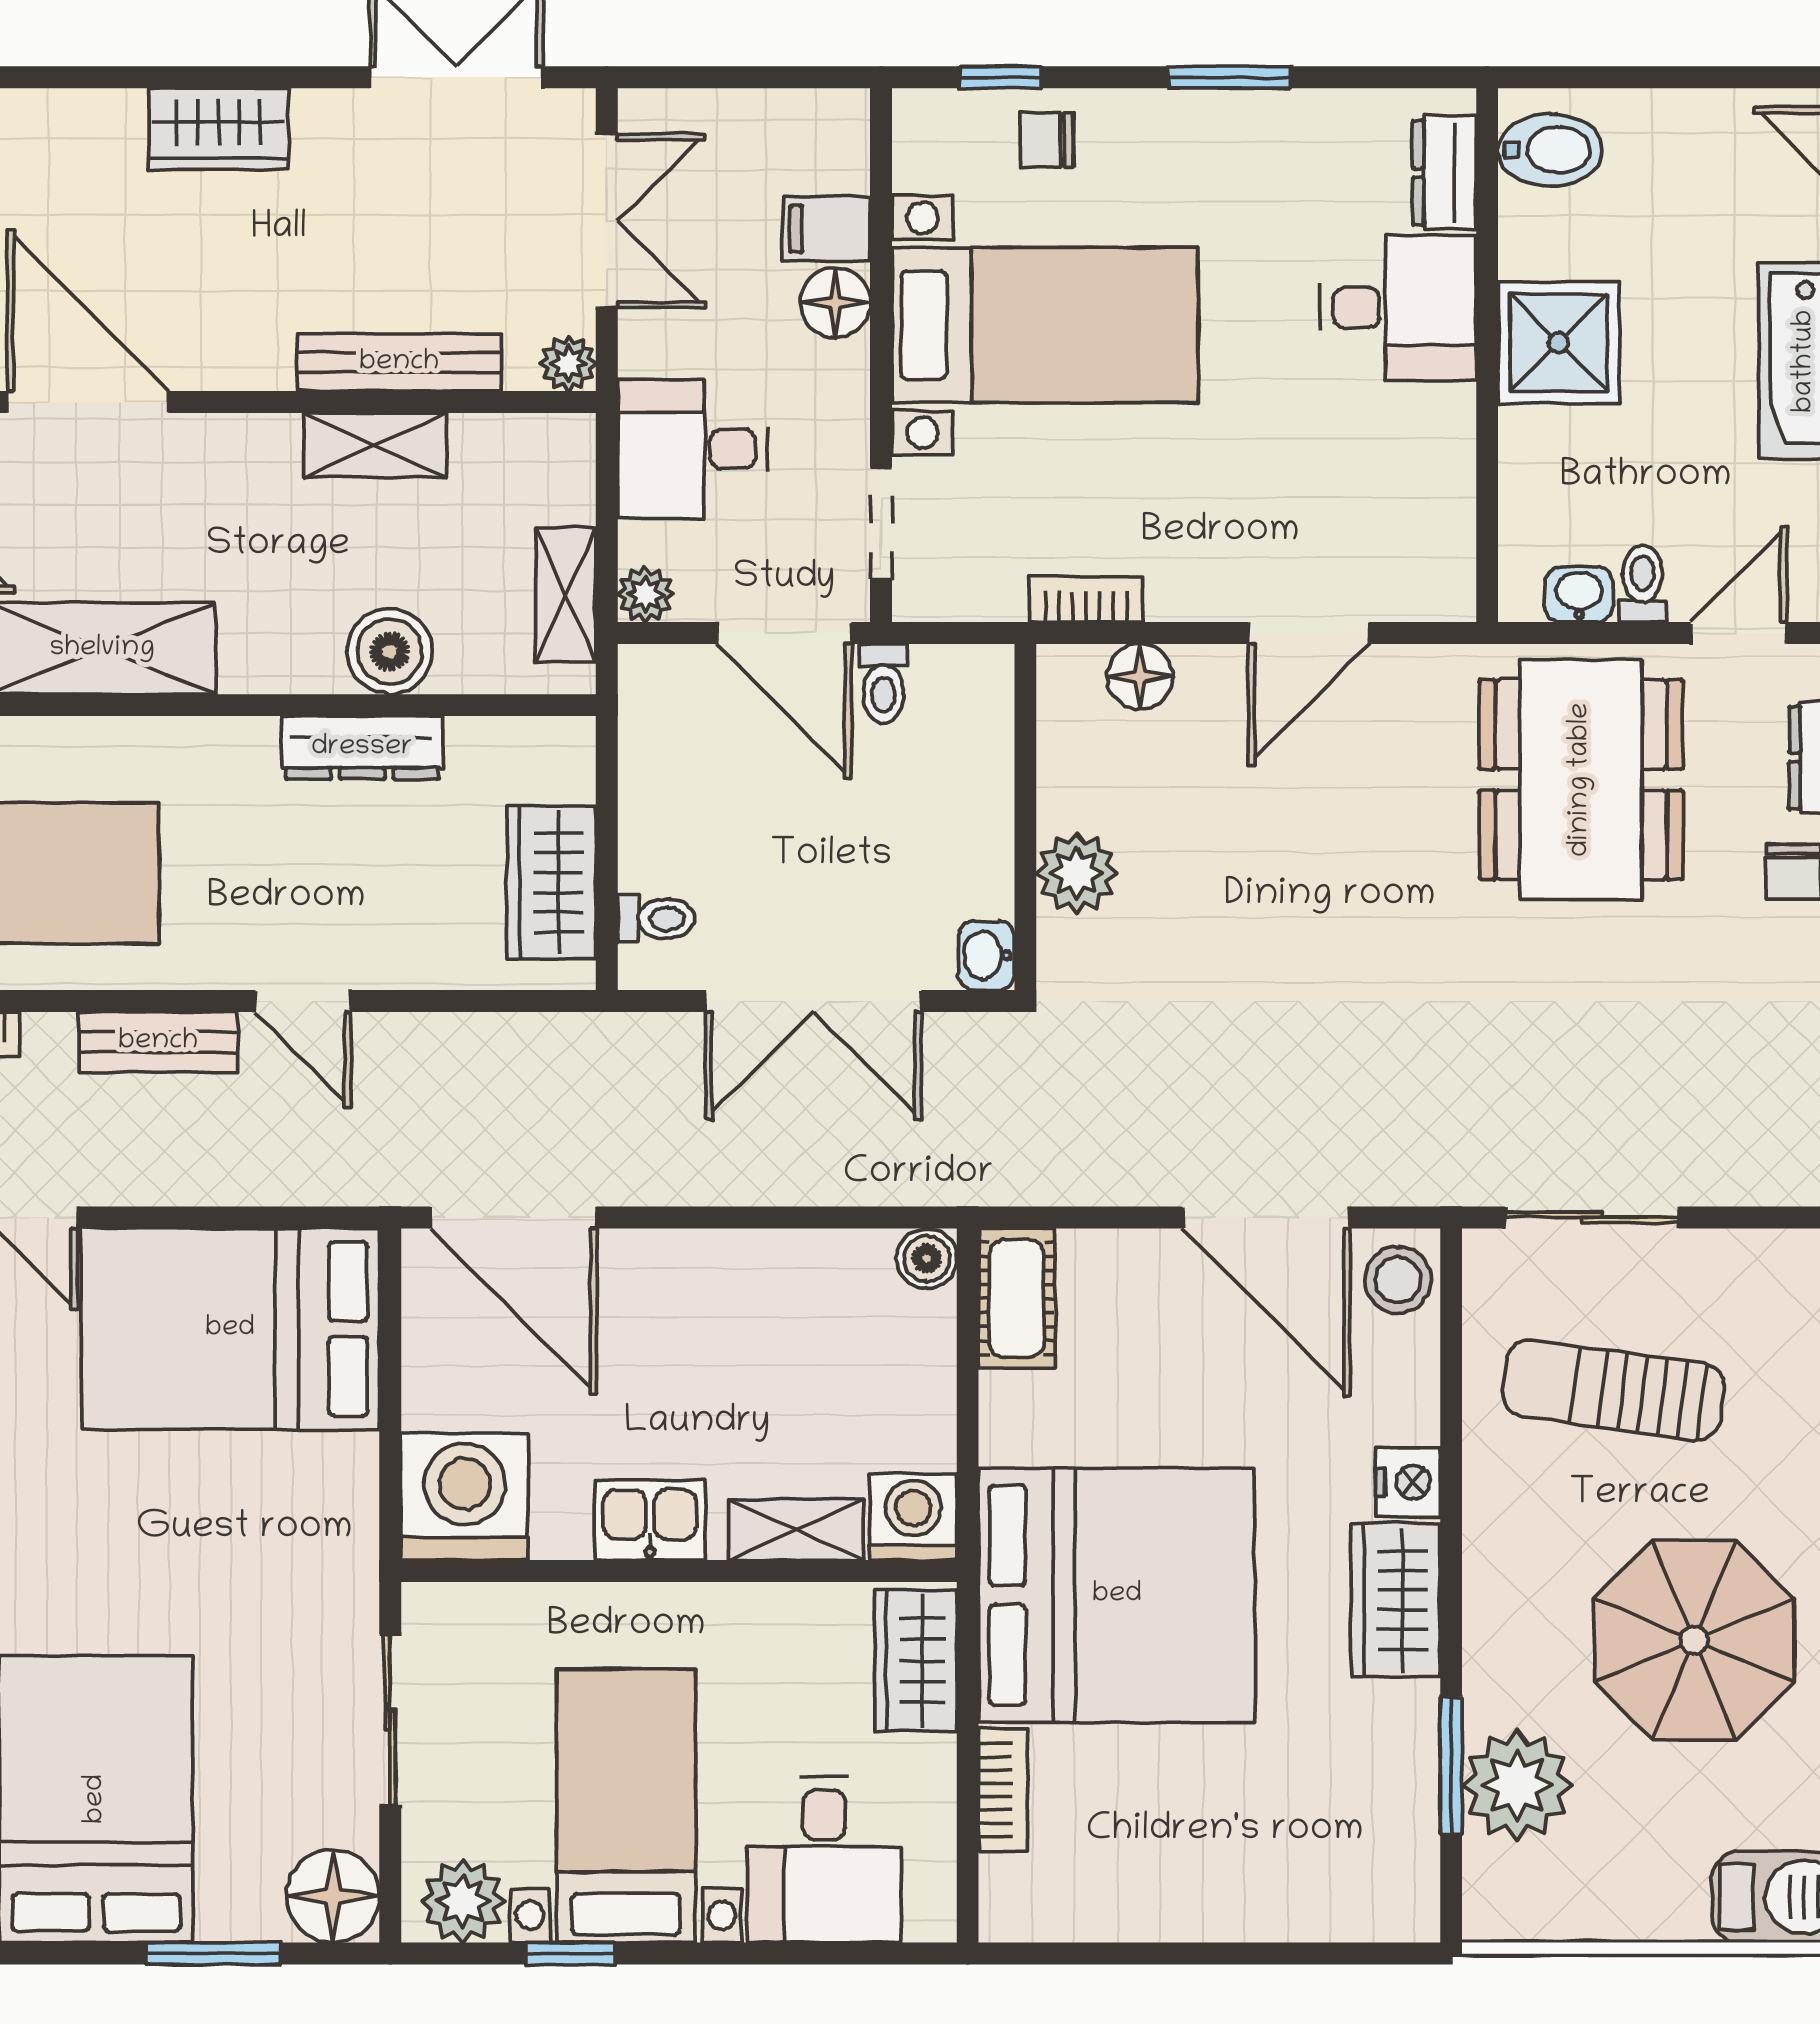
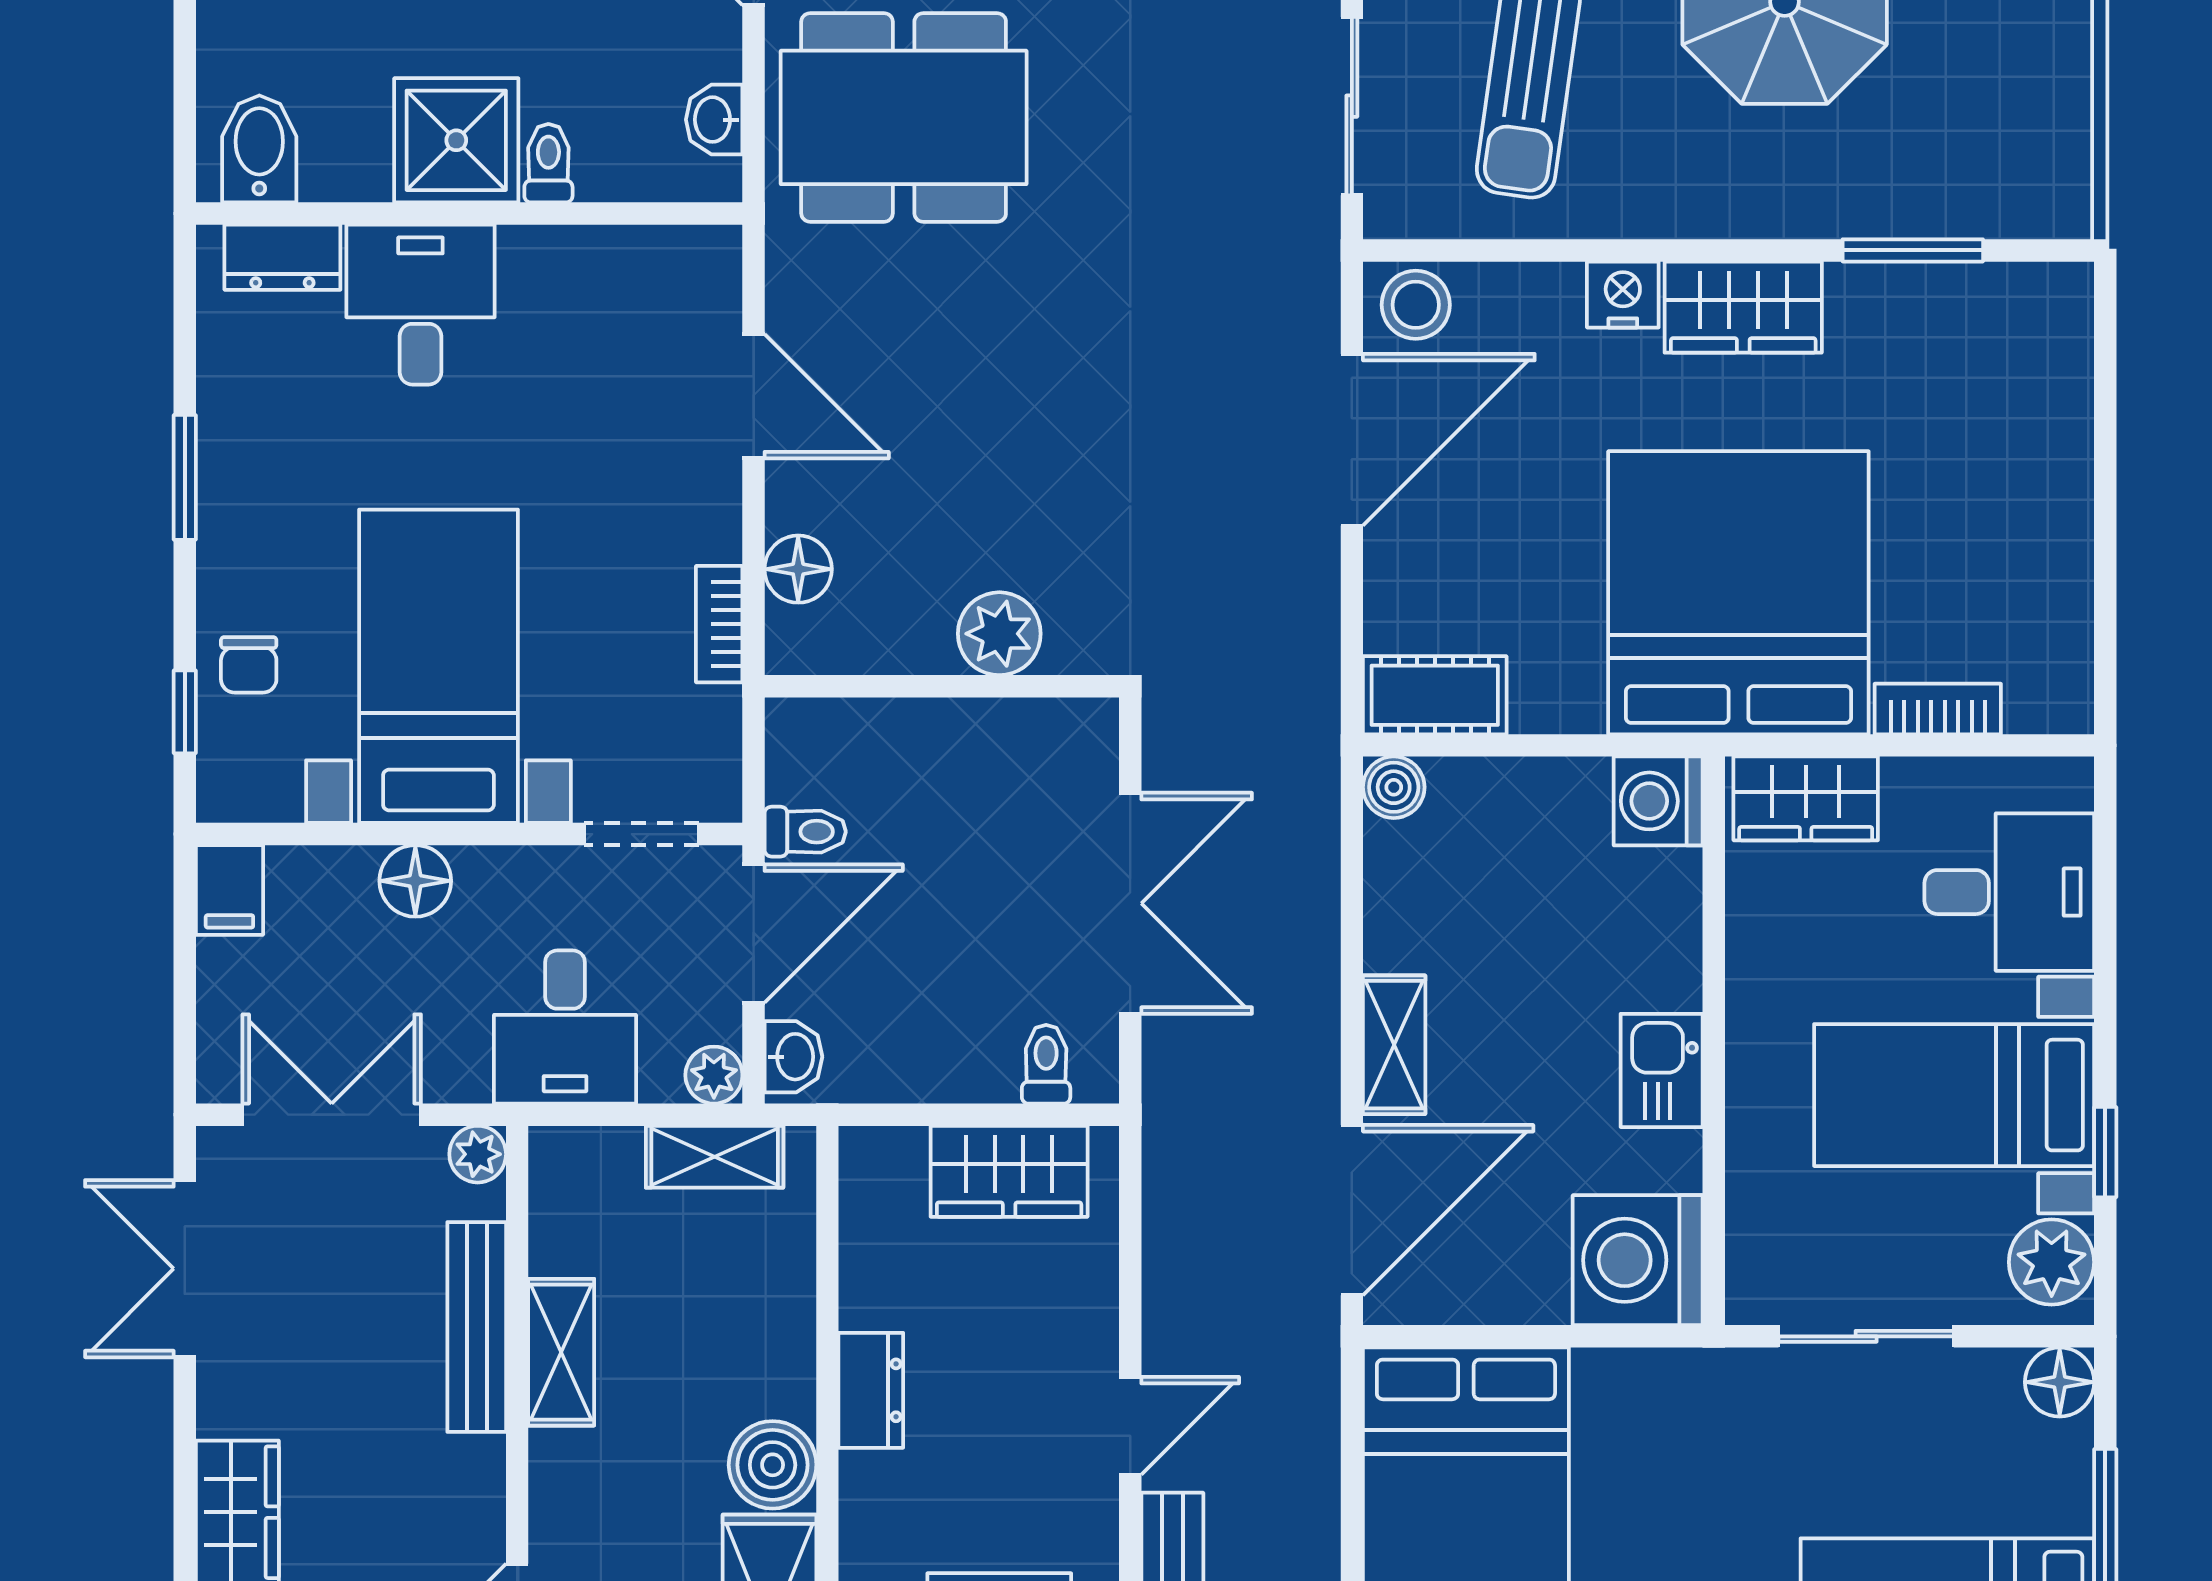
filing cabinet: (826, 229) -> (229, 890), moved
toilet: (1642, 584) -> (548, 163), moved, turned 90
boiler: (390, 652) -> (773, 1465), moved
dresser: (362, 748) -> (871, 1390), width x0.70
washbasin: (986, 955) -> (793, 1057), moved, turned -90
shelving: (796, 1530) -> (1394, 1045), moved
plant: (1517, 1785) -> (1933, 183), removed
floor lamp: (333, 1896) -> (2060, 1382), width x0.73, depth x0.73

